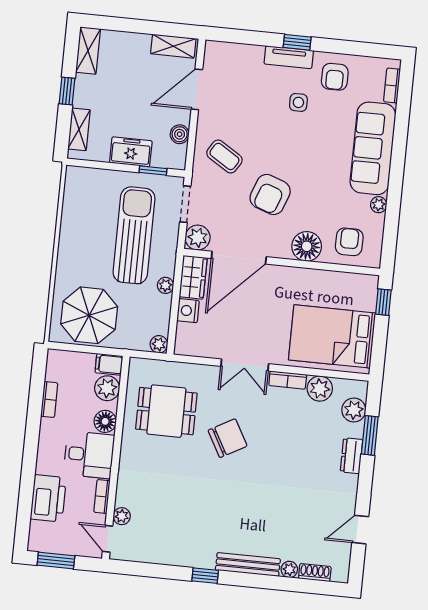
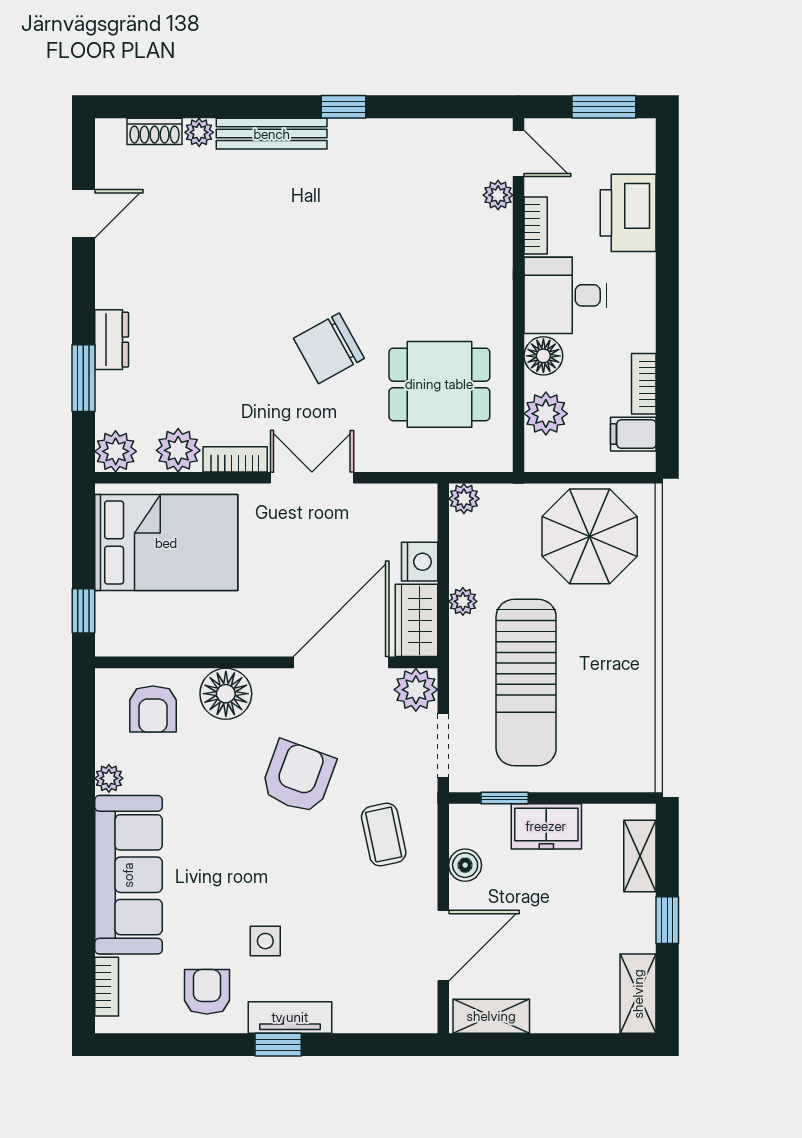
coffee table: (224, 156) -> (384, 835), turned 46
filing cabinet: (109, 364) -> (633, 434), moved, turned 180
plant: (354, 410) -> (116, 451), moved

